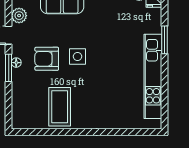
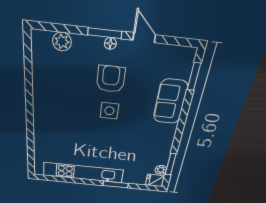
plant: (19, 16) -> (62, 42), moved
coffee table: (60, 107) -> (57, 87), removed

